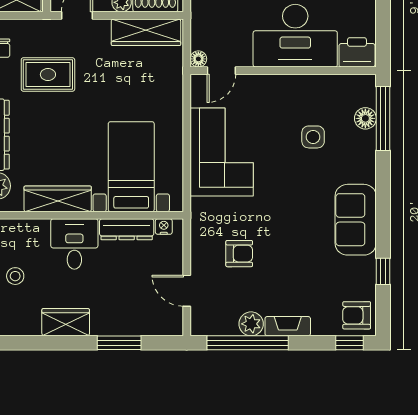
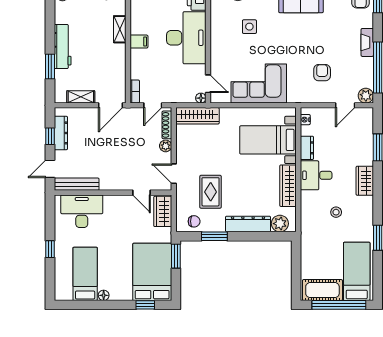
wardrobe: (146, 32) -> (197, 116), moved, turned 90
dresser: (127, 229) -> (307, 148), width x0.70
plant: (251, 324) -> (366, 96), moved

